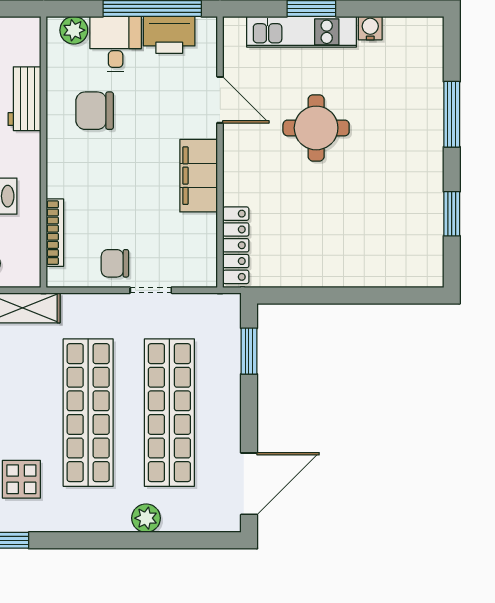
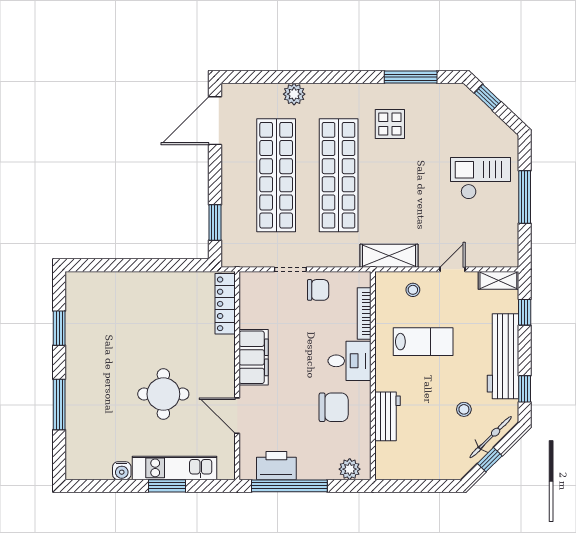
desk: (116, 44) -> (349, 361), moved, turned -90

